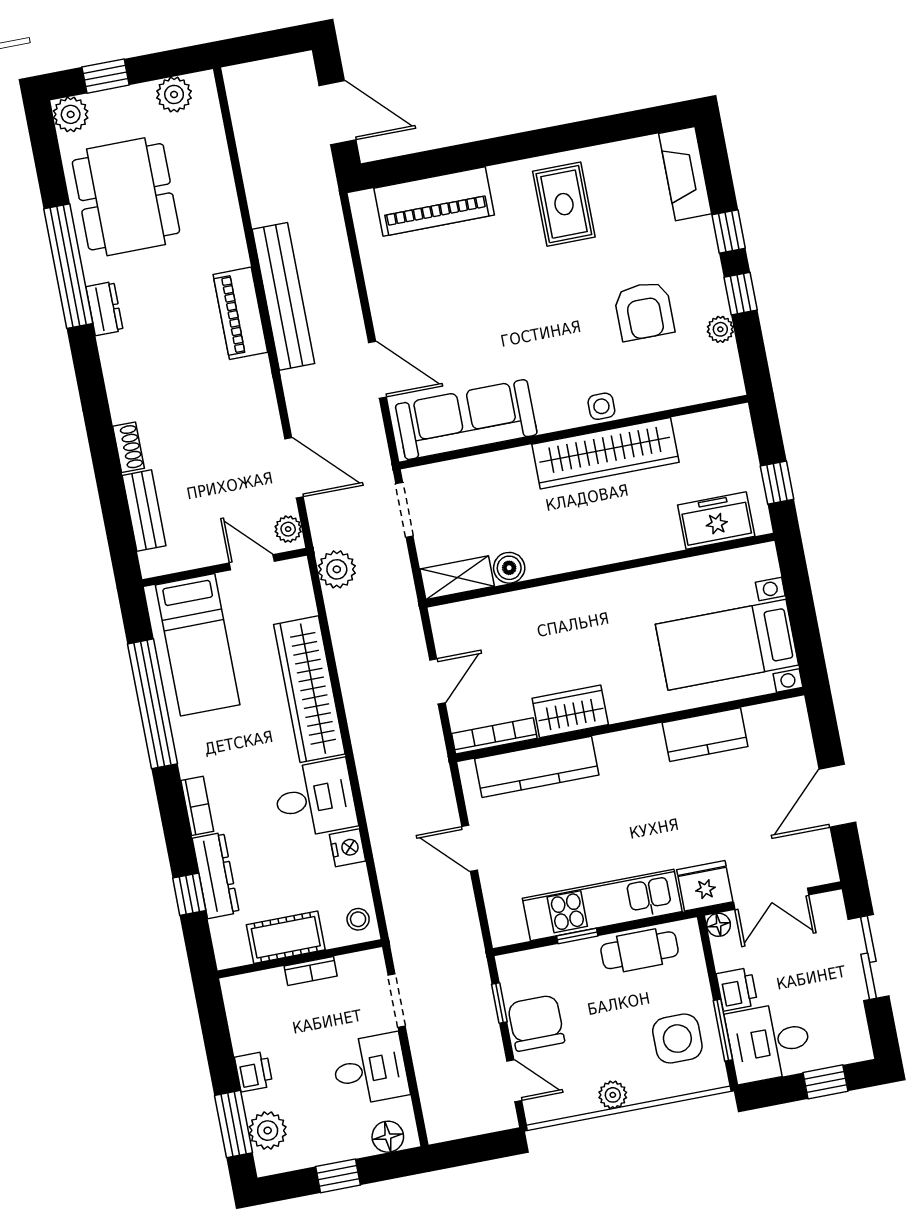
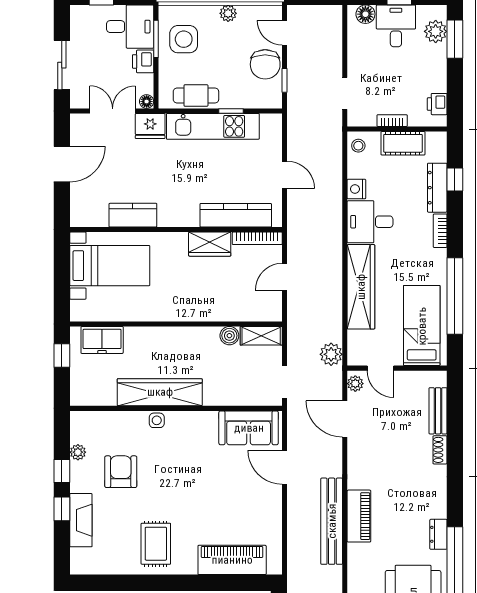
fireplace: (685, 174) -> (81, 520), moved
sofa: (466, 420) -> (249, 428), width x0.73
desk: (370, 1069) -> (396, 26), moved, turned 90
printer: (254, 1072) -> (437, 104), moved

